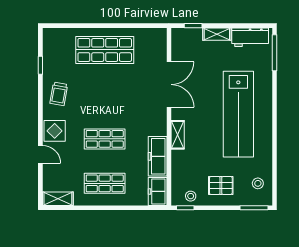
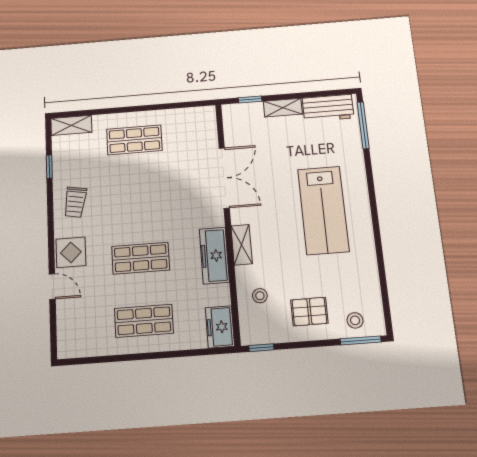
shop shelf: (105, 50) -> (134, 140), width x0.70, depth x0.74
lab bench: (238, 114) -> (323, 210), width x0.73
freezer: (158, 156) -> (214, 256), moved
stool: (258, 183) -> (355, 320), moved
stool: (191, 196) -> (260, 296), moved
shelving: (58, 199) -> (71, 125), moved

